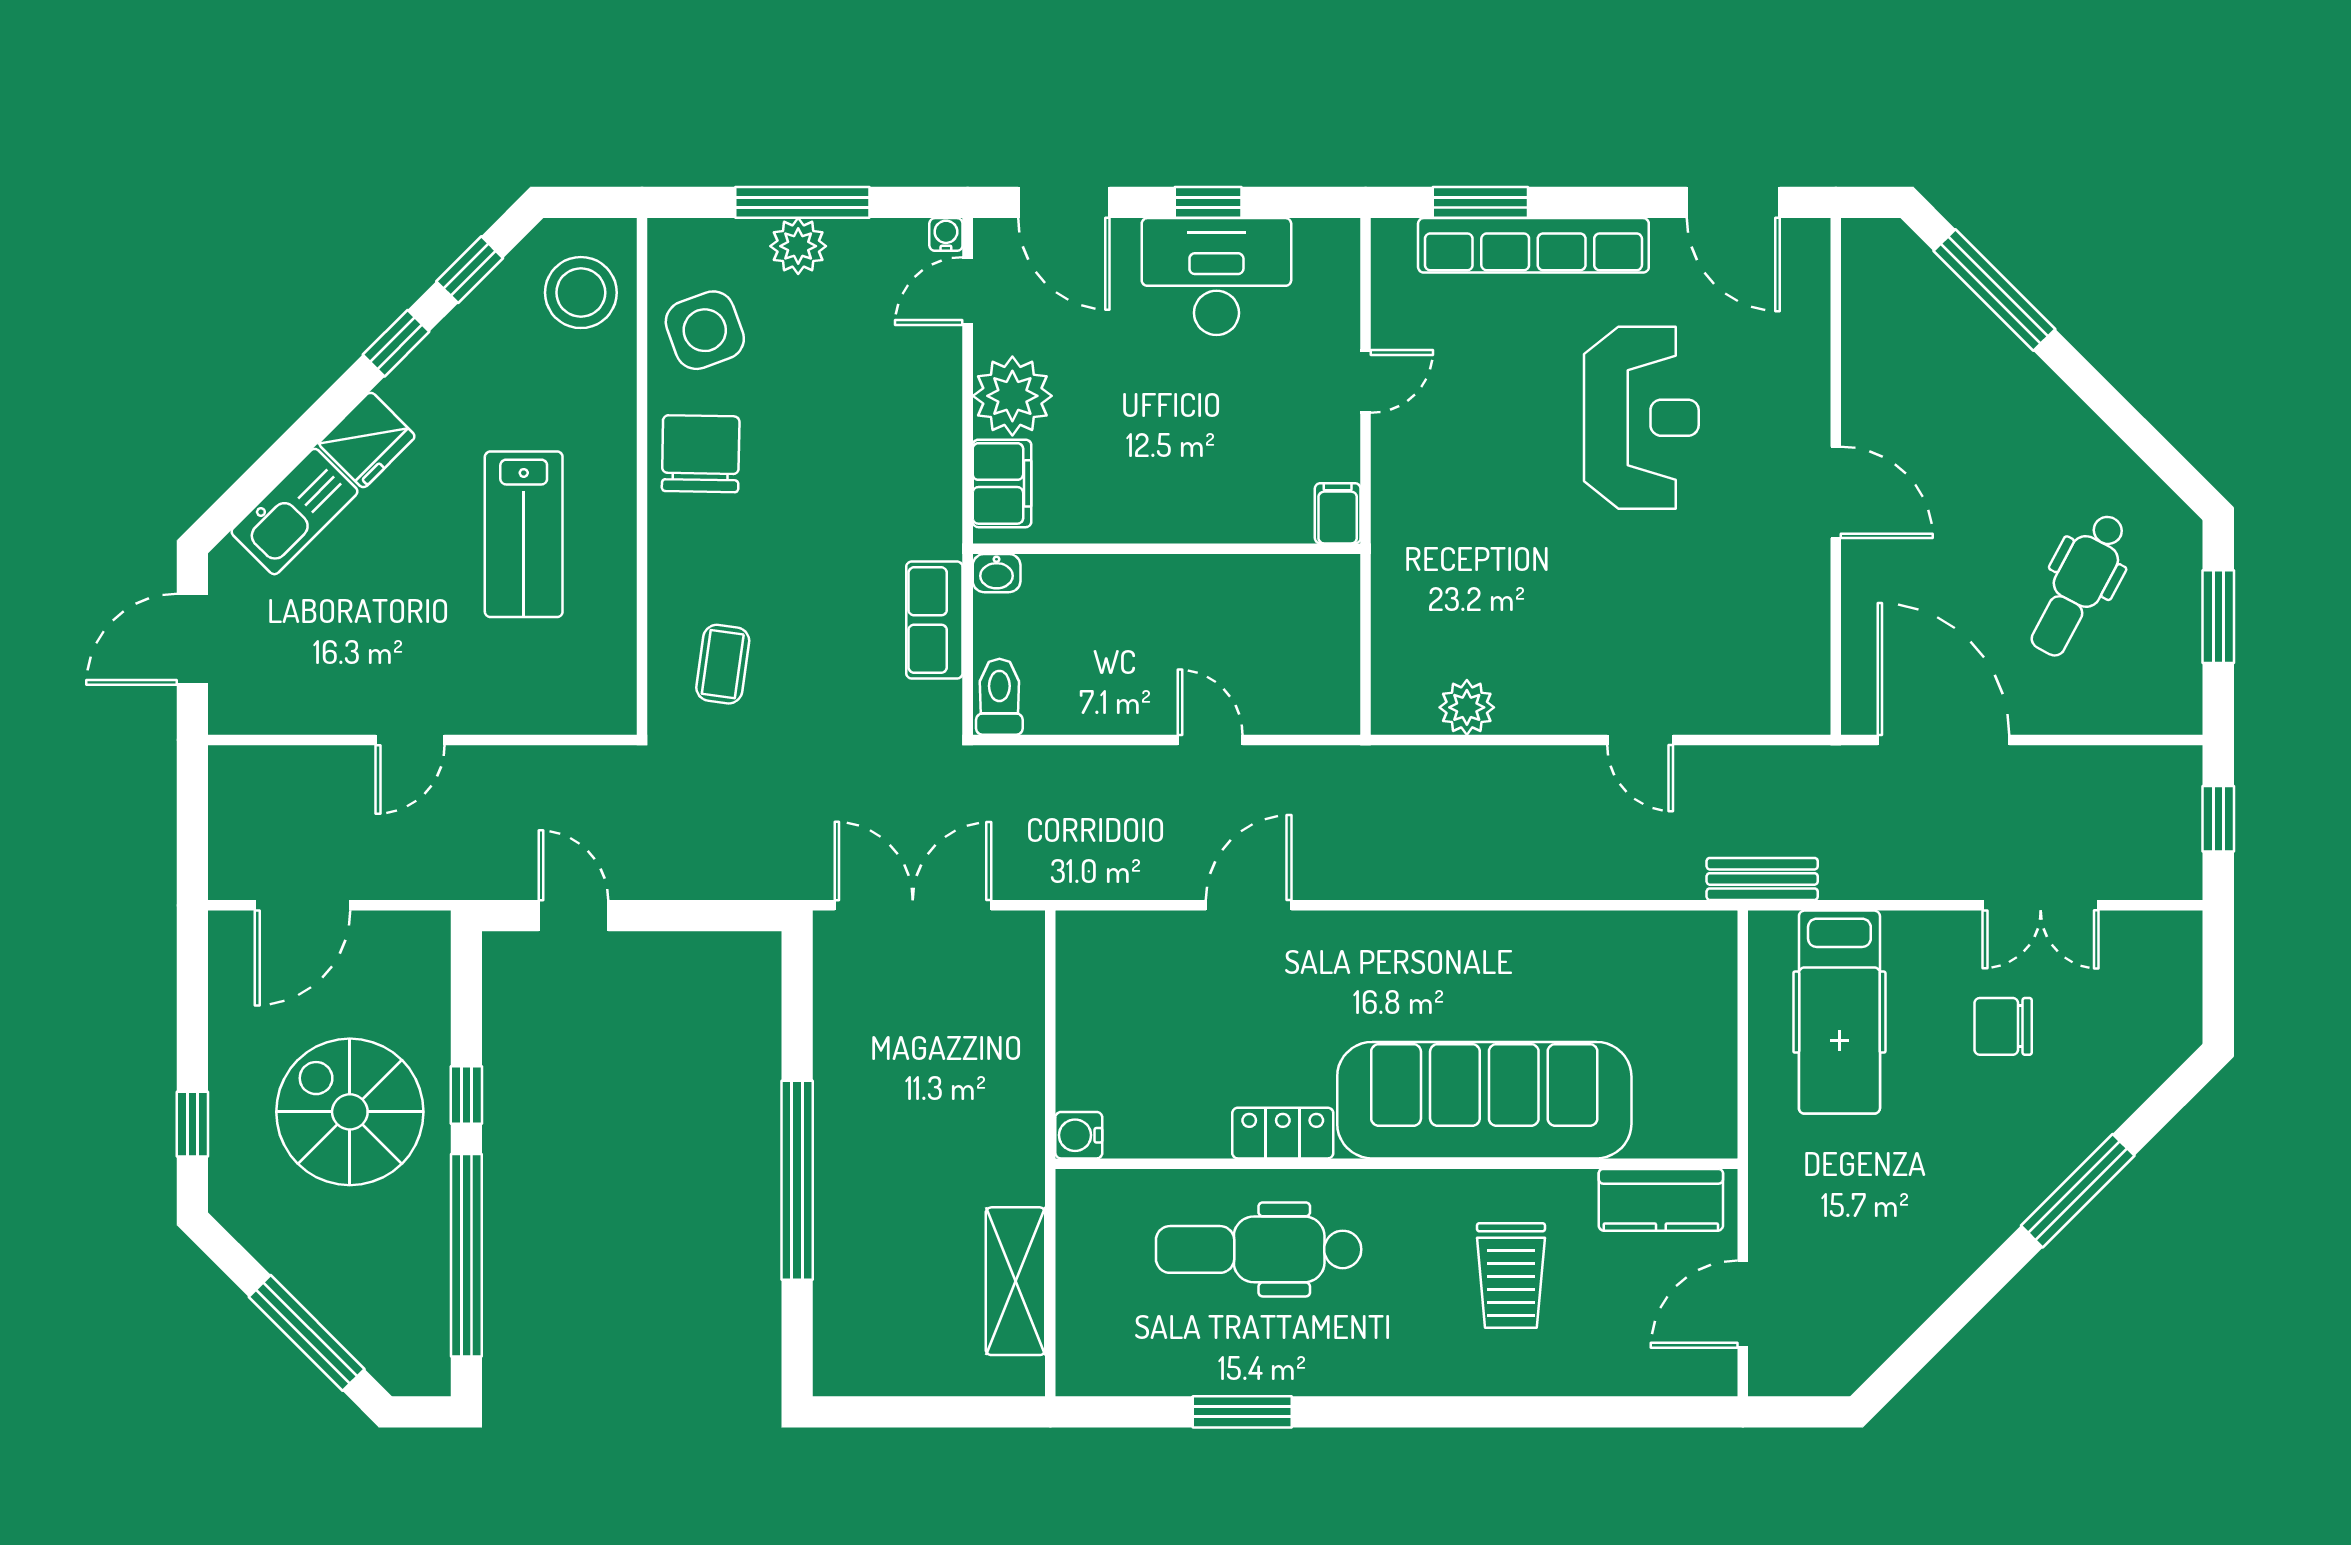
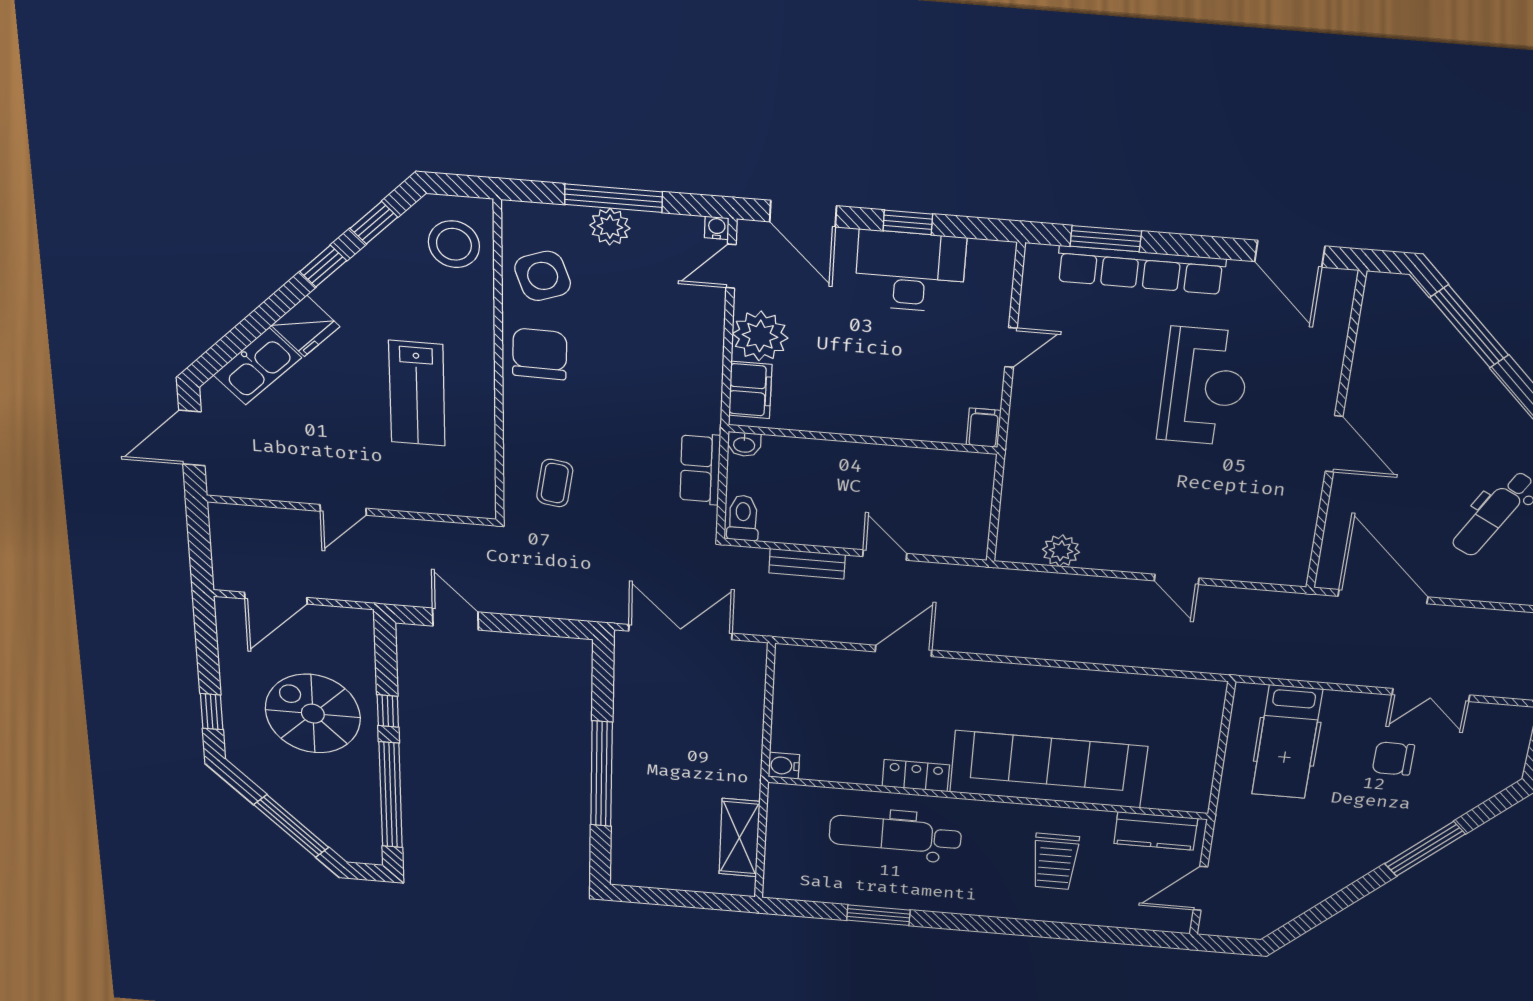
bench: (1762, 879) -> (807, 564), moved

